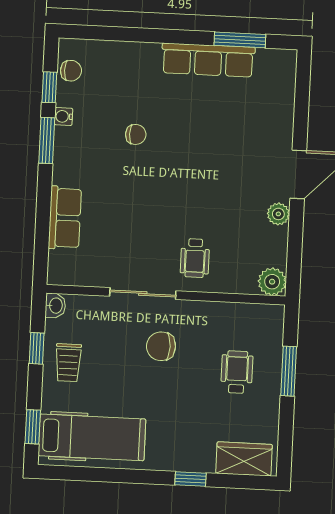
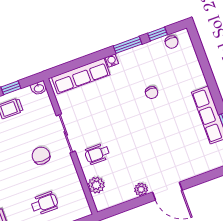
water cooler: (63, 116) -> (112, 61), moved
row of seats: (65, 218) -> (81, 76), width x1.48
plant: (272, 282) -> (96, 185), moved

